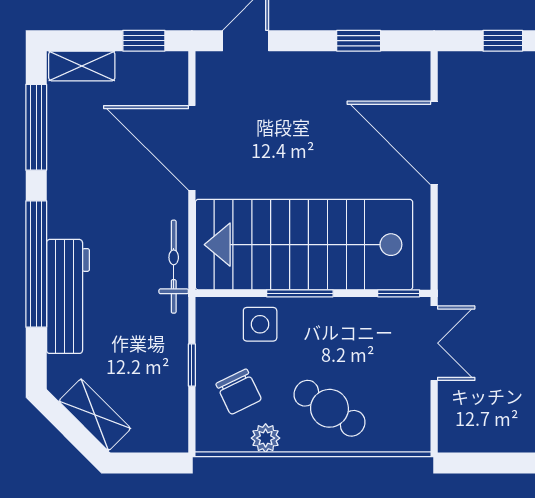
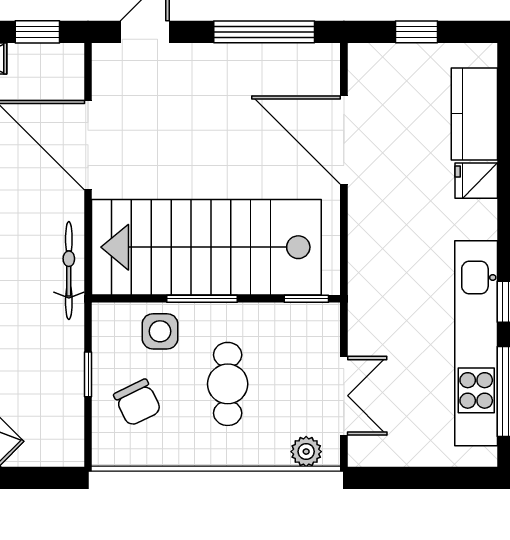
window: (359, 41) -> (264, 32), width x2.17
double door: (434, 343) -> (344, 396), moved
cafe table: (329, 408) -> (228, 384), moved, turned 57
plant: (266, 438) -> (306, 452), moved

